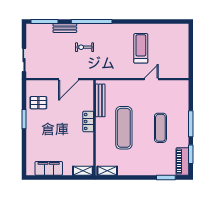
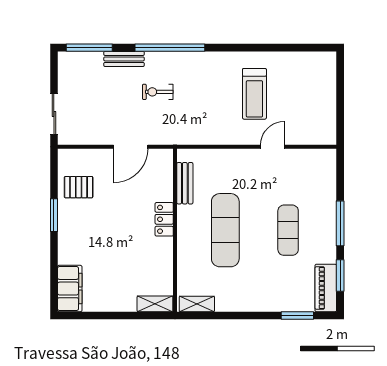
treadmill: (141, 48) -> (254, 94), turned 180
bench: (100, 100) -> (185, 183), width x0.73
filing cabinet: (49, 168) -> (70, 289), moved, turned 90

